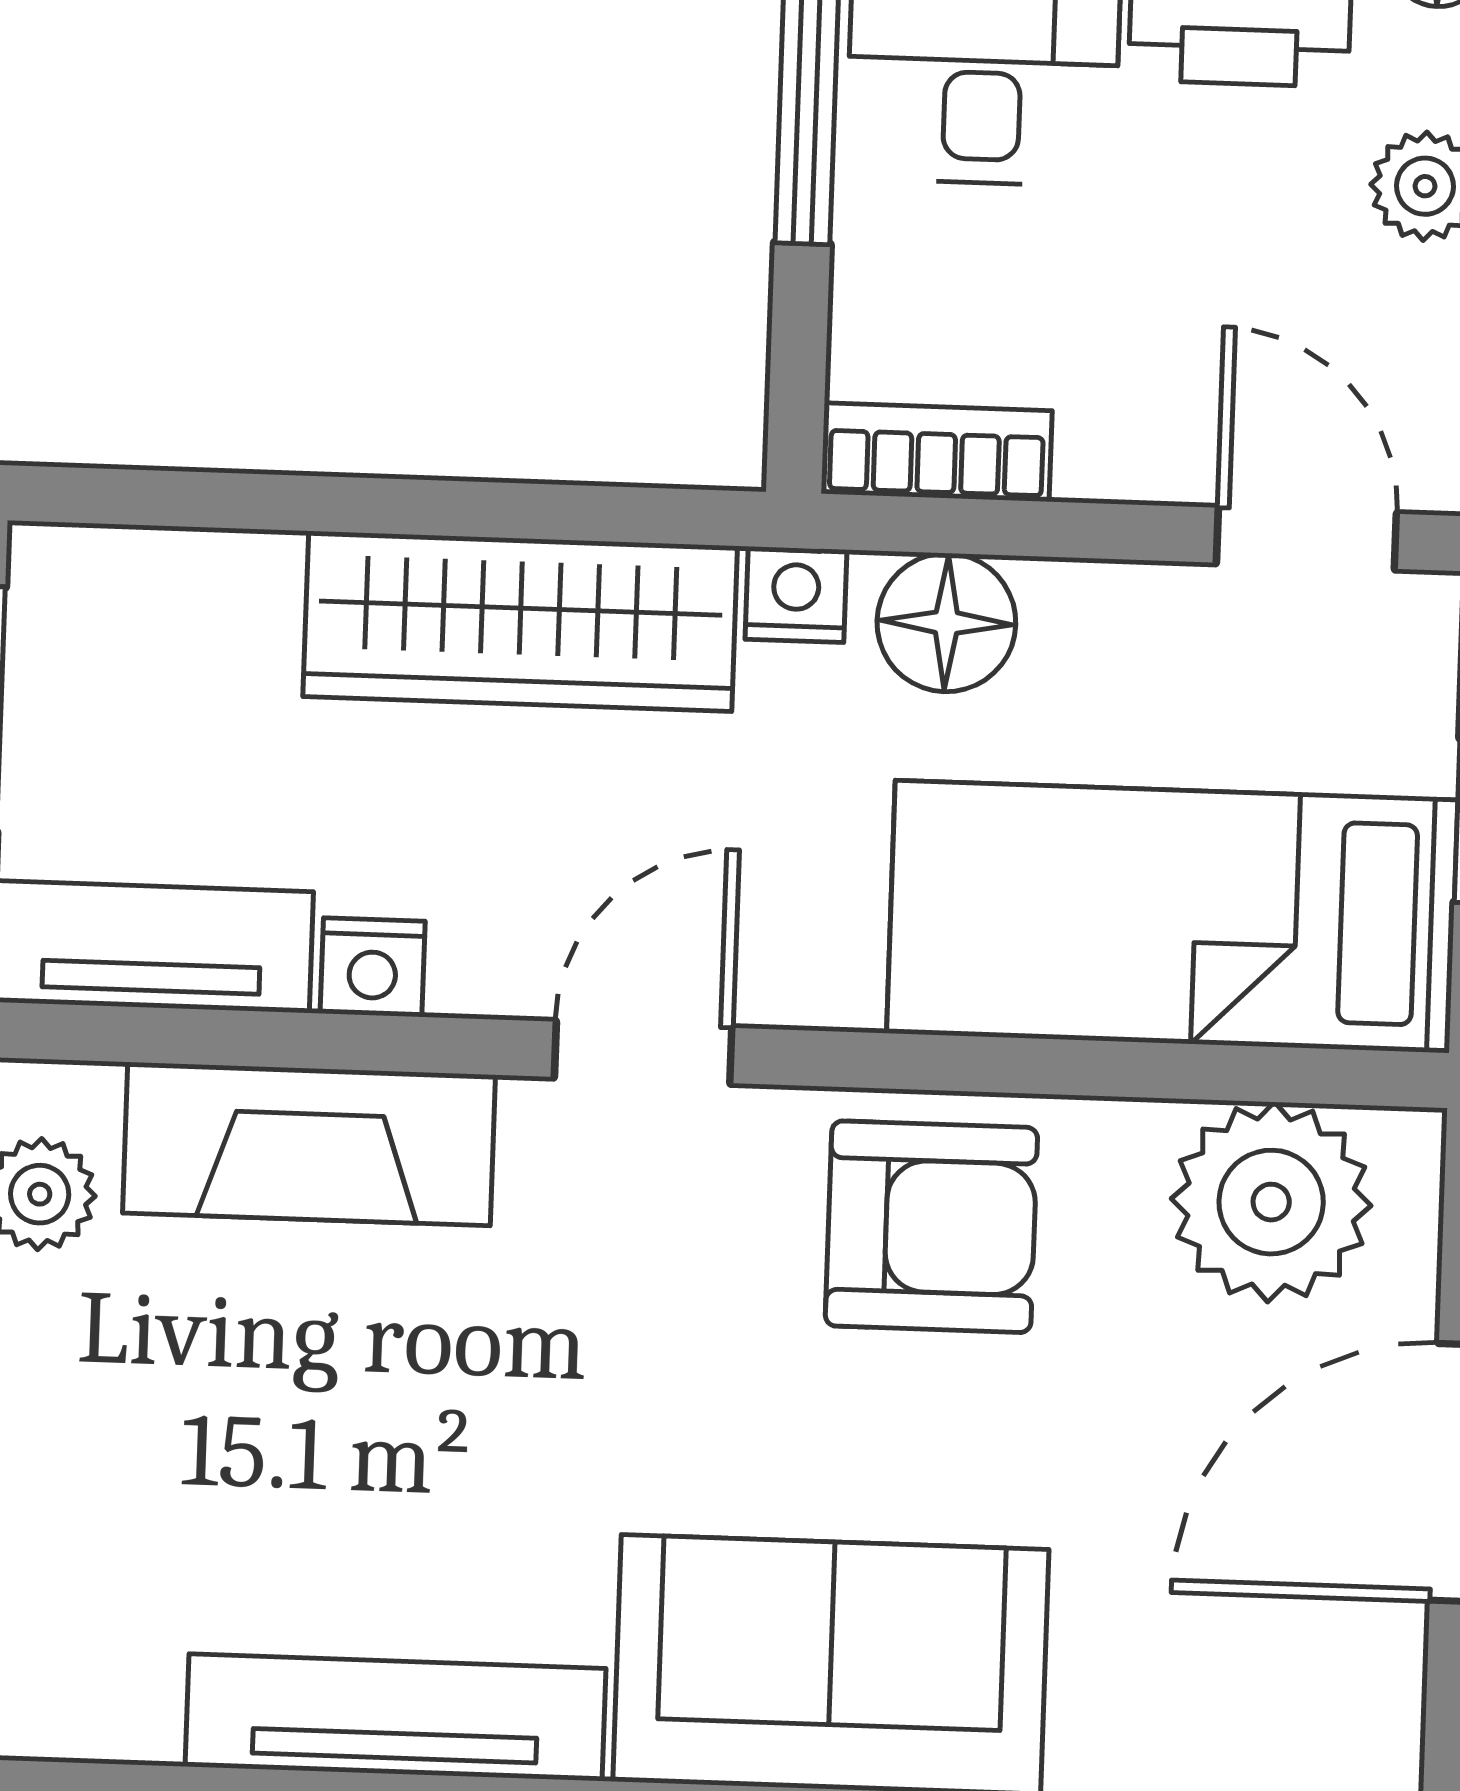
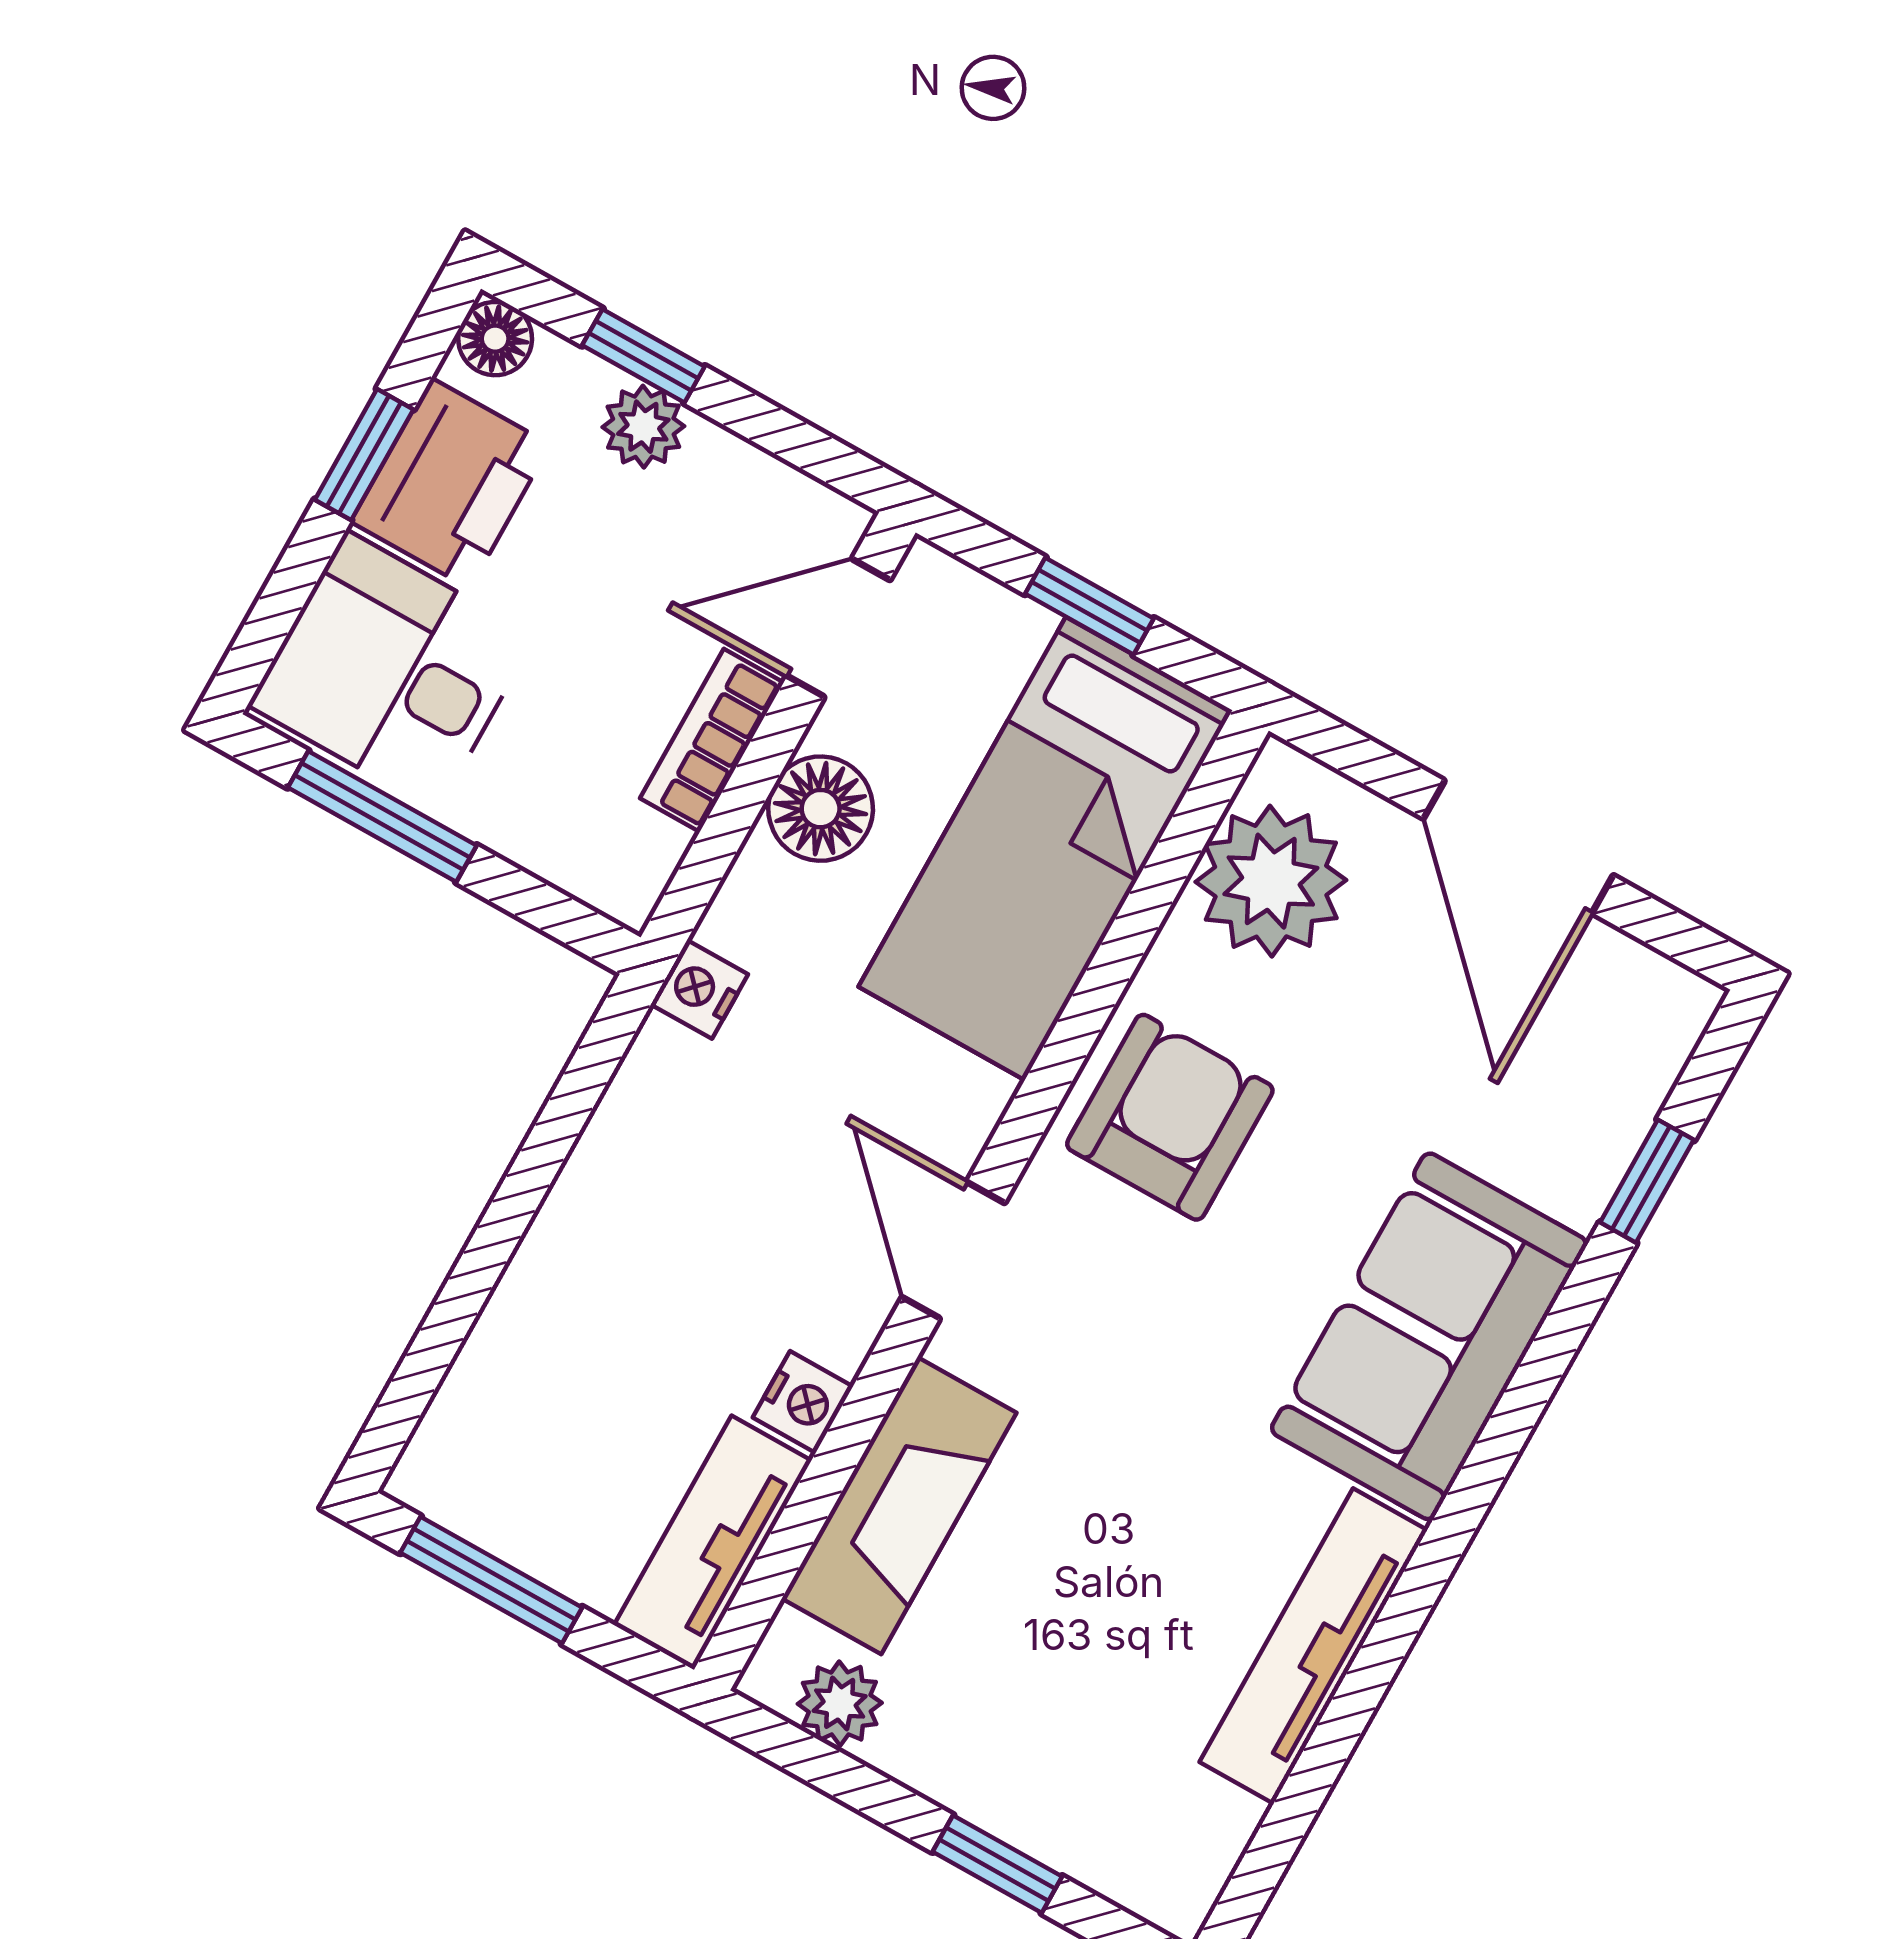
bookcase: (937, 452) -> (712, 740), moved
wardrobe: (520, 621) -> (622, 1183), removed
floor lamp: (946, 623) -> (821, 809), moved

